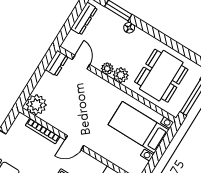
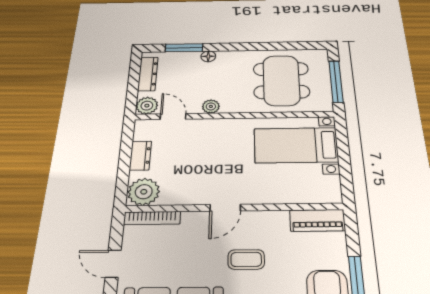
dresser: (57, 63) -> (140, 156), moved
plant: (121, 75) -> (147, 106), moved
bookcase: (43, 131) -> (152, 218), moved

